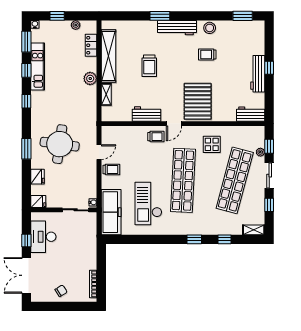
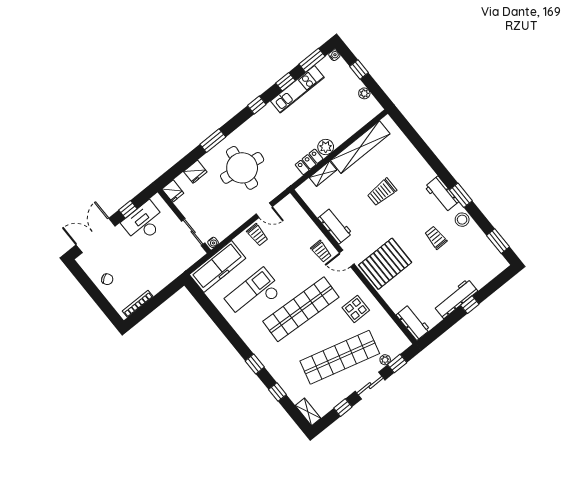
window: (160, 16) -> (461, 195), moved
workbench: (177, 28) -> (442, 194), width x0.73
locker: (91, 45) -> (309, 162), moved

